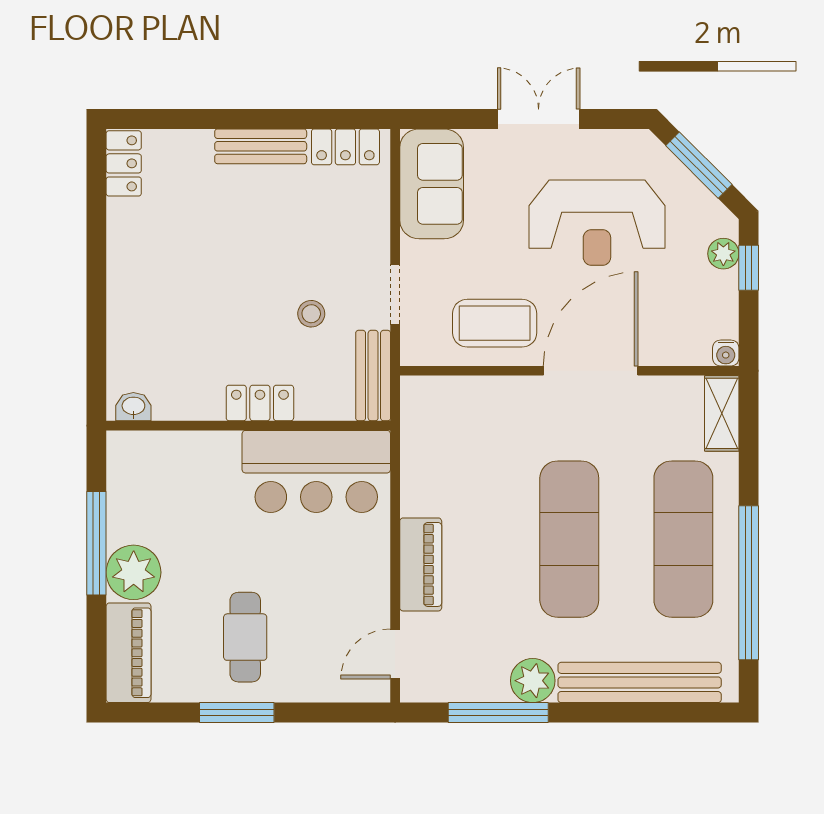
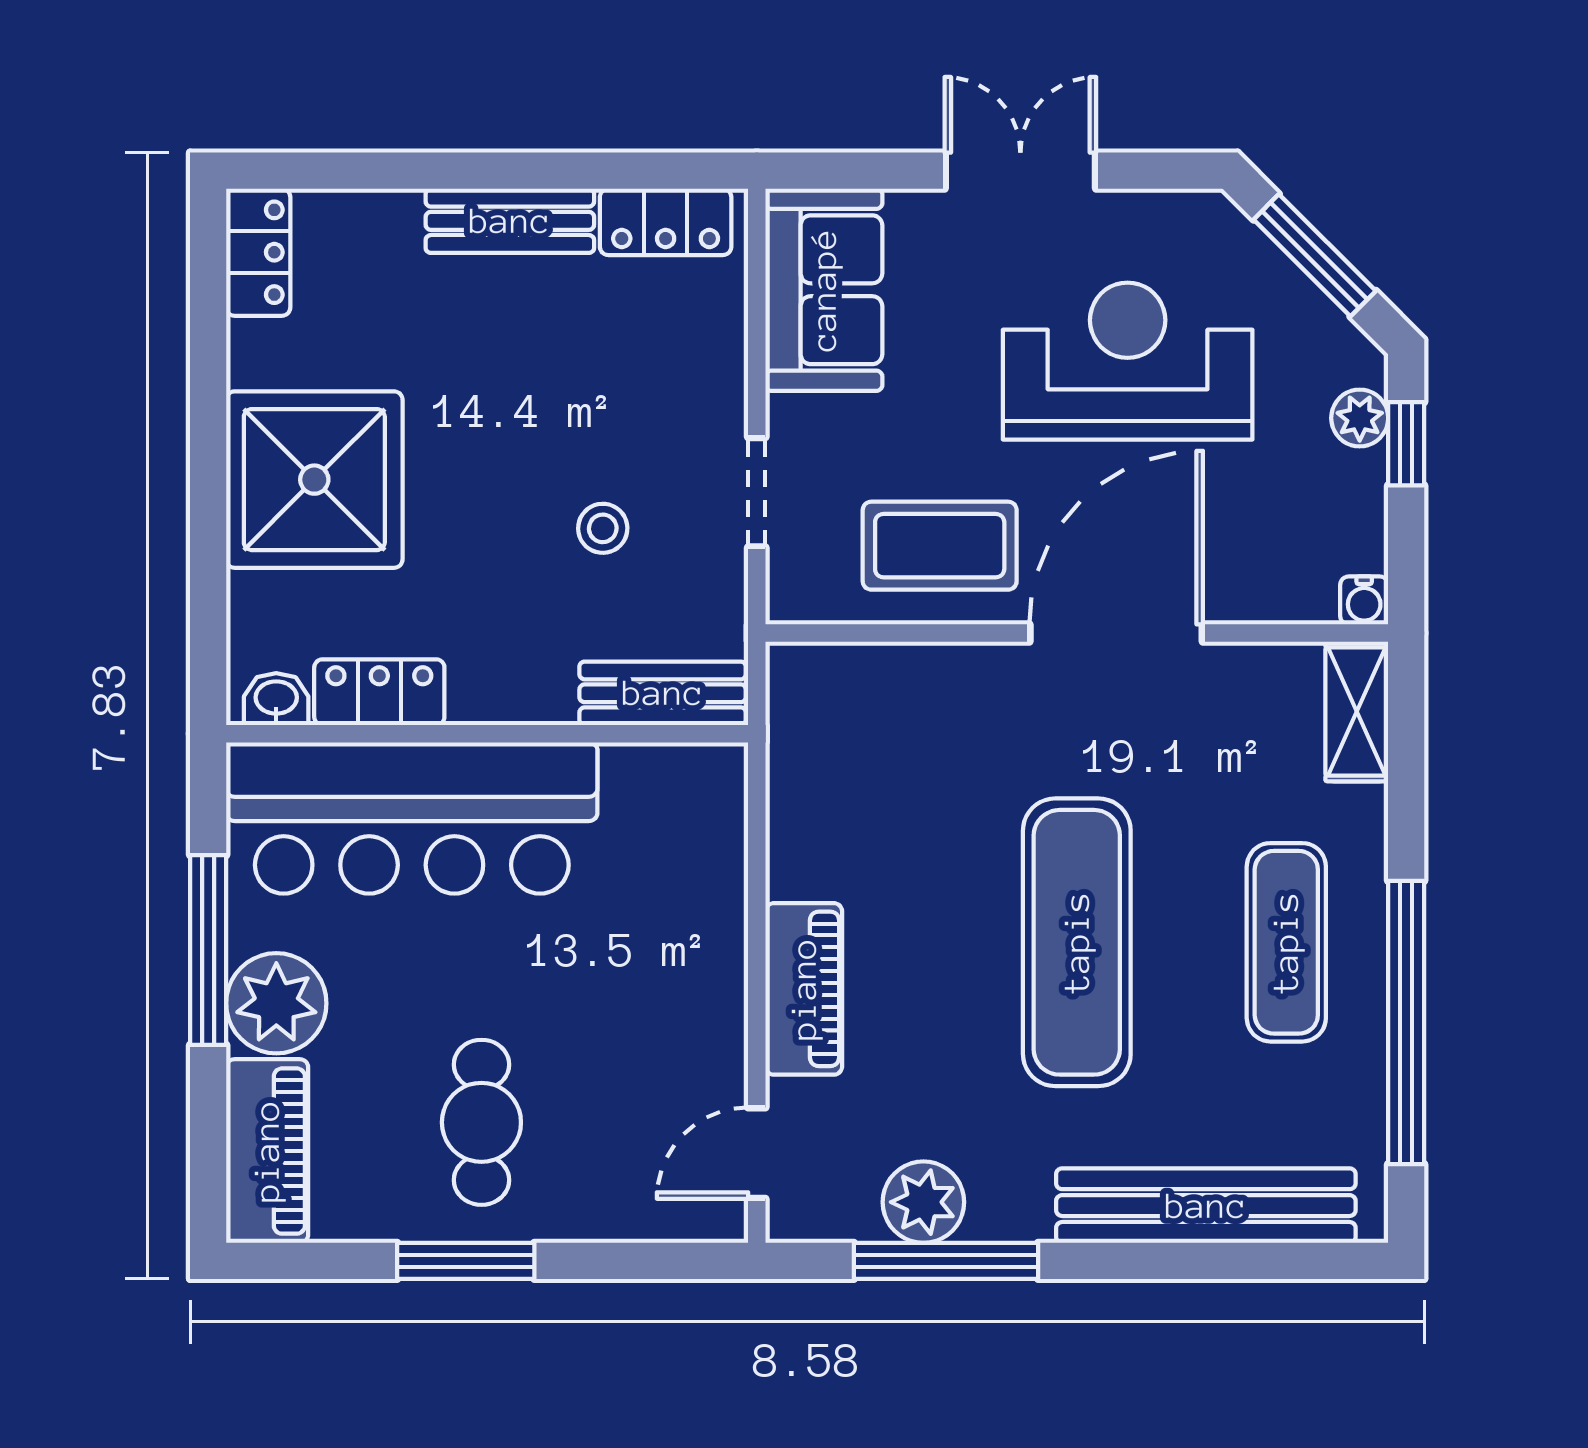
reception desk: (597, 223) -> (1128, 361), turned 180
shower: (154, 287) -> (314, 480), added
bench: (373, 376) -> (663, 693), moved, turned 90
locker: (260, 403) -> (379, 692), moved
bar counter: (316, 471) -> (412, 818), moved, width x1.36
exercise mat: (683, 539) -> (1286, 942), width x0.73, depth x0.69
plant: (533, 681) -> (923, 1202), moved

